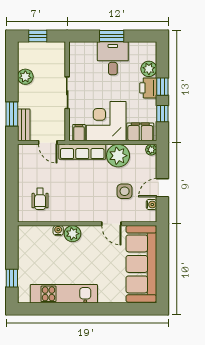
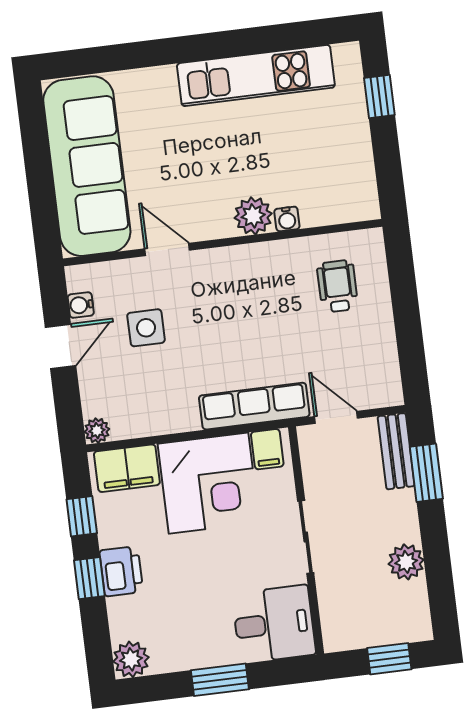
desk: (113, 58) -> (274, 624), moved, turned -90
plant: (149, 69) -> (131, 659), moved
plant: (118, 156) -> (171, 407), removed

